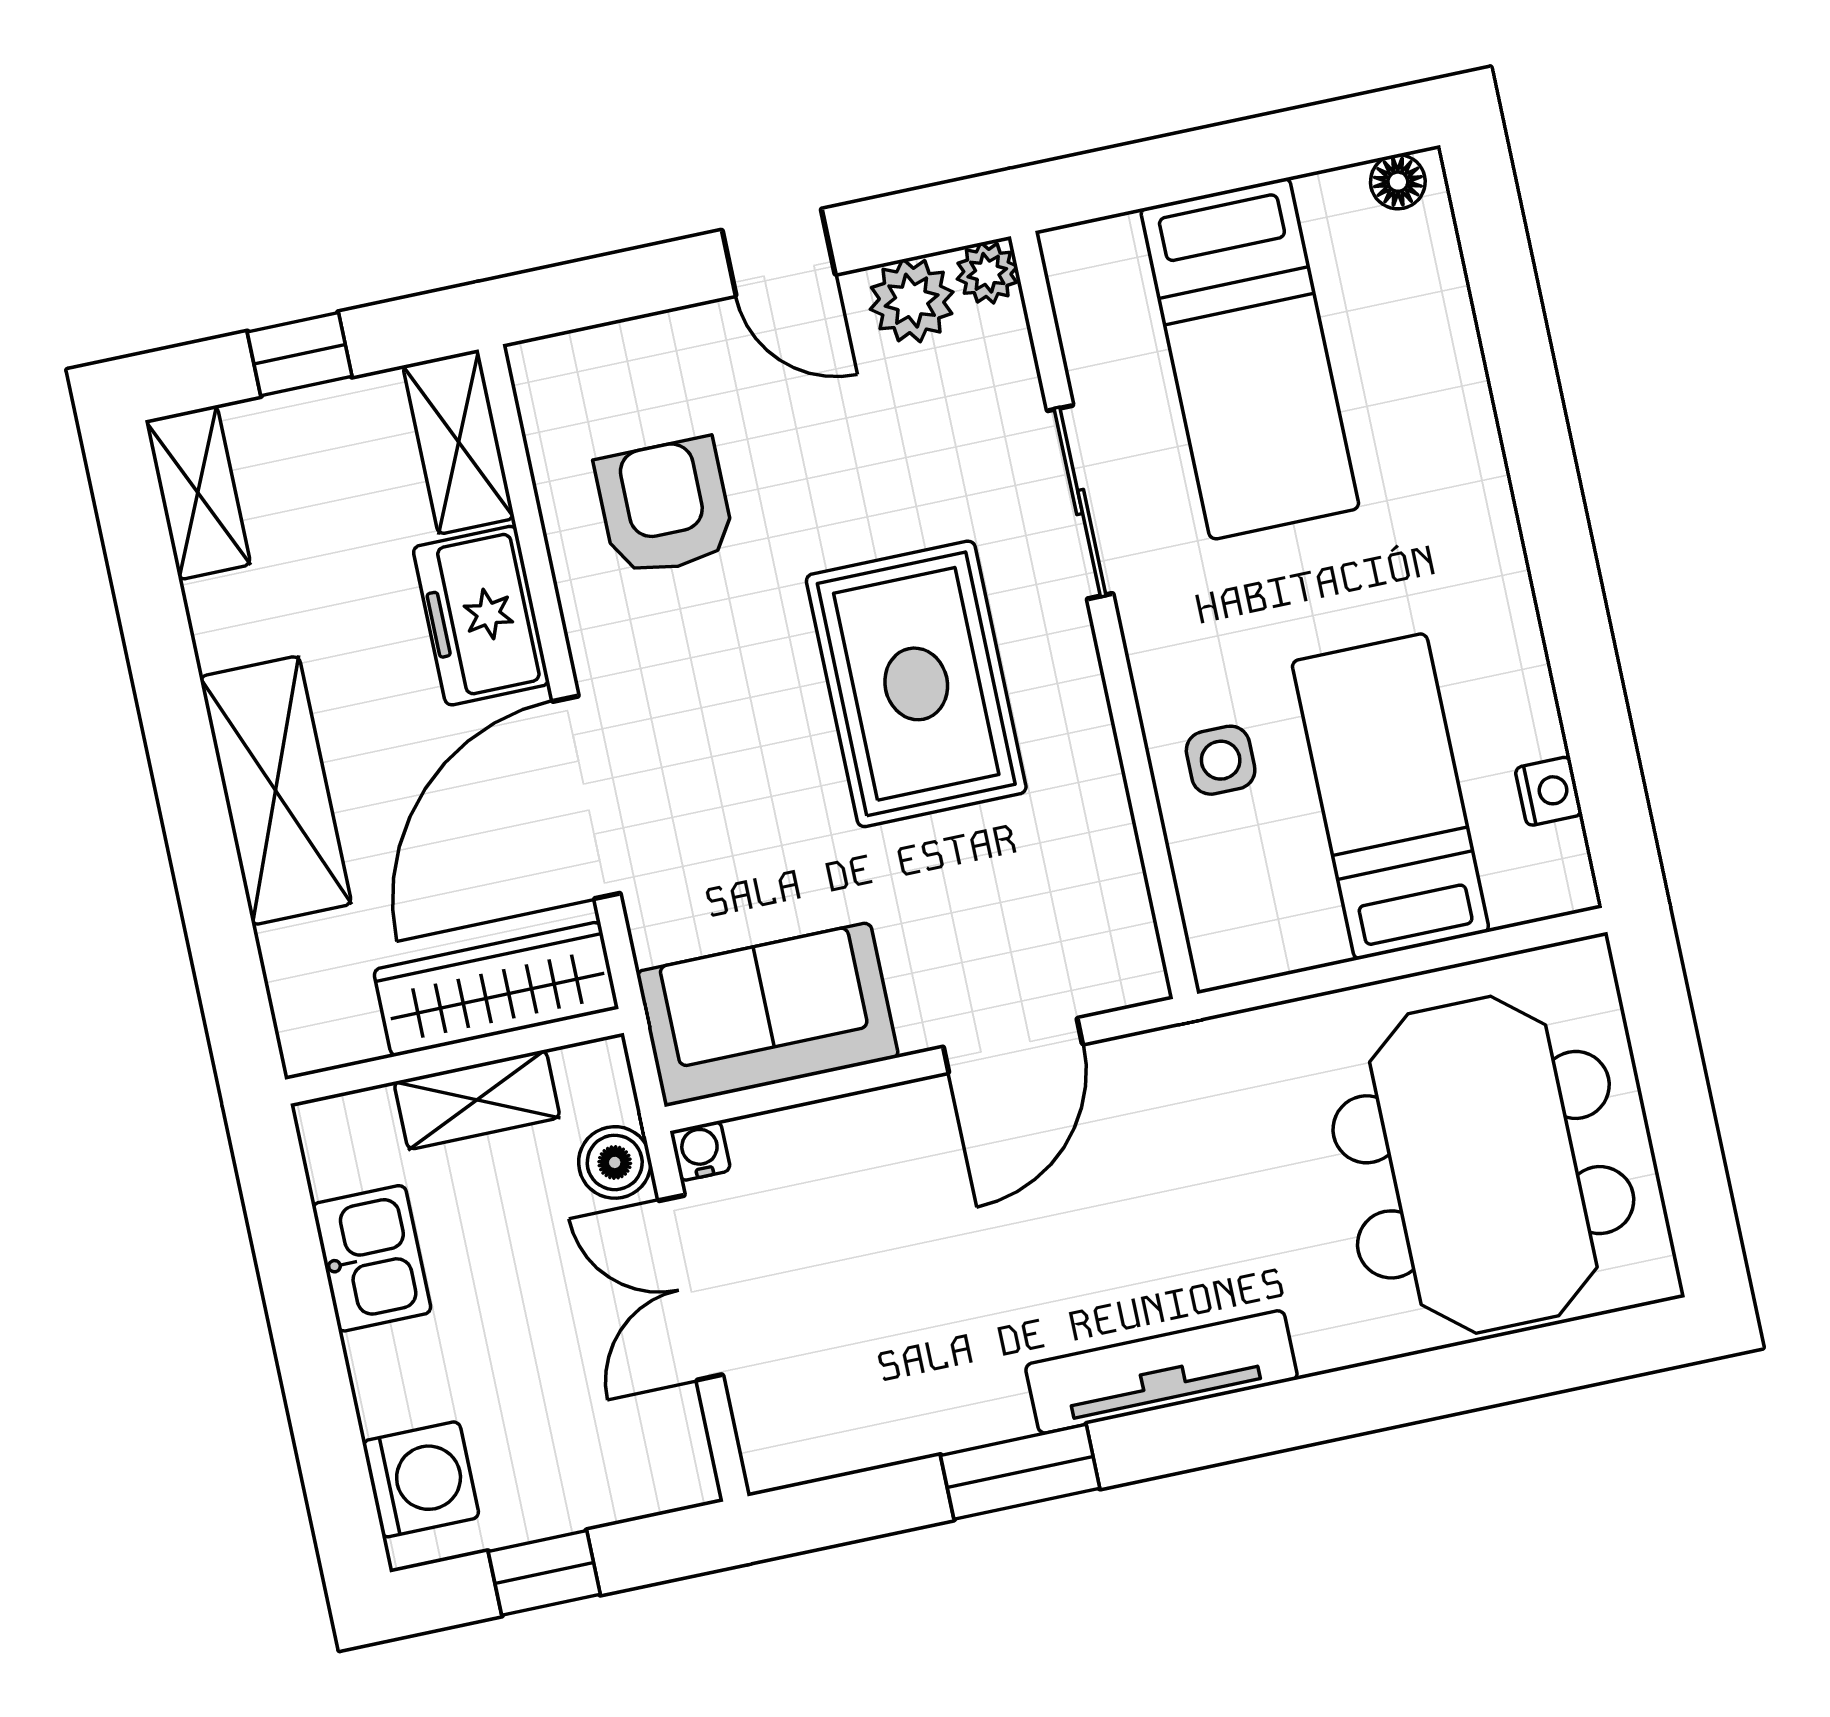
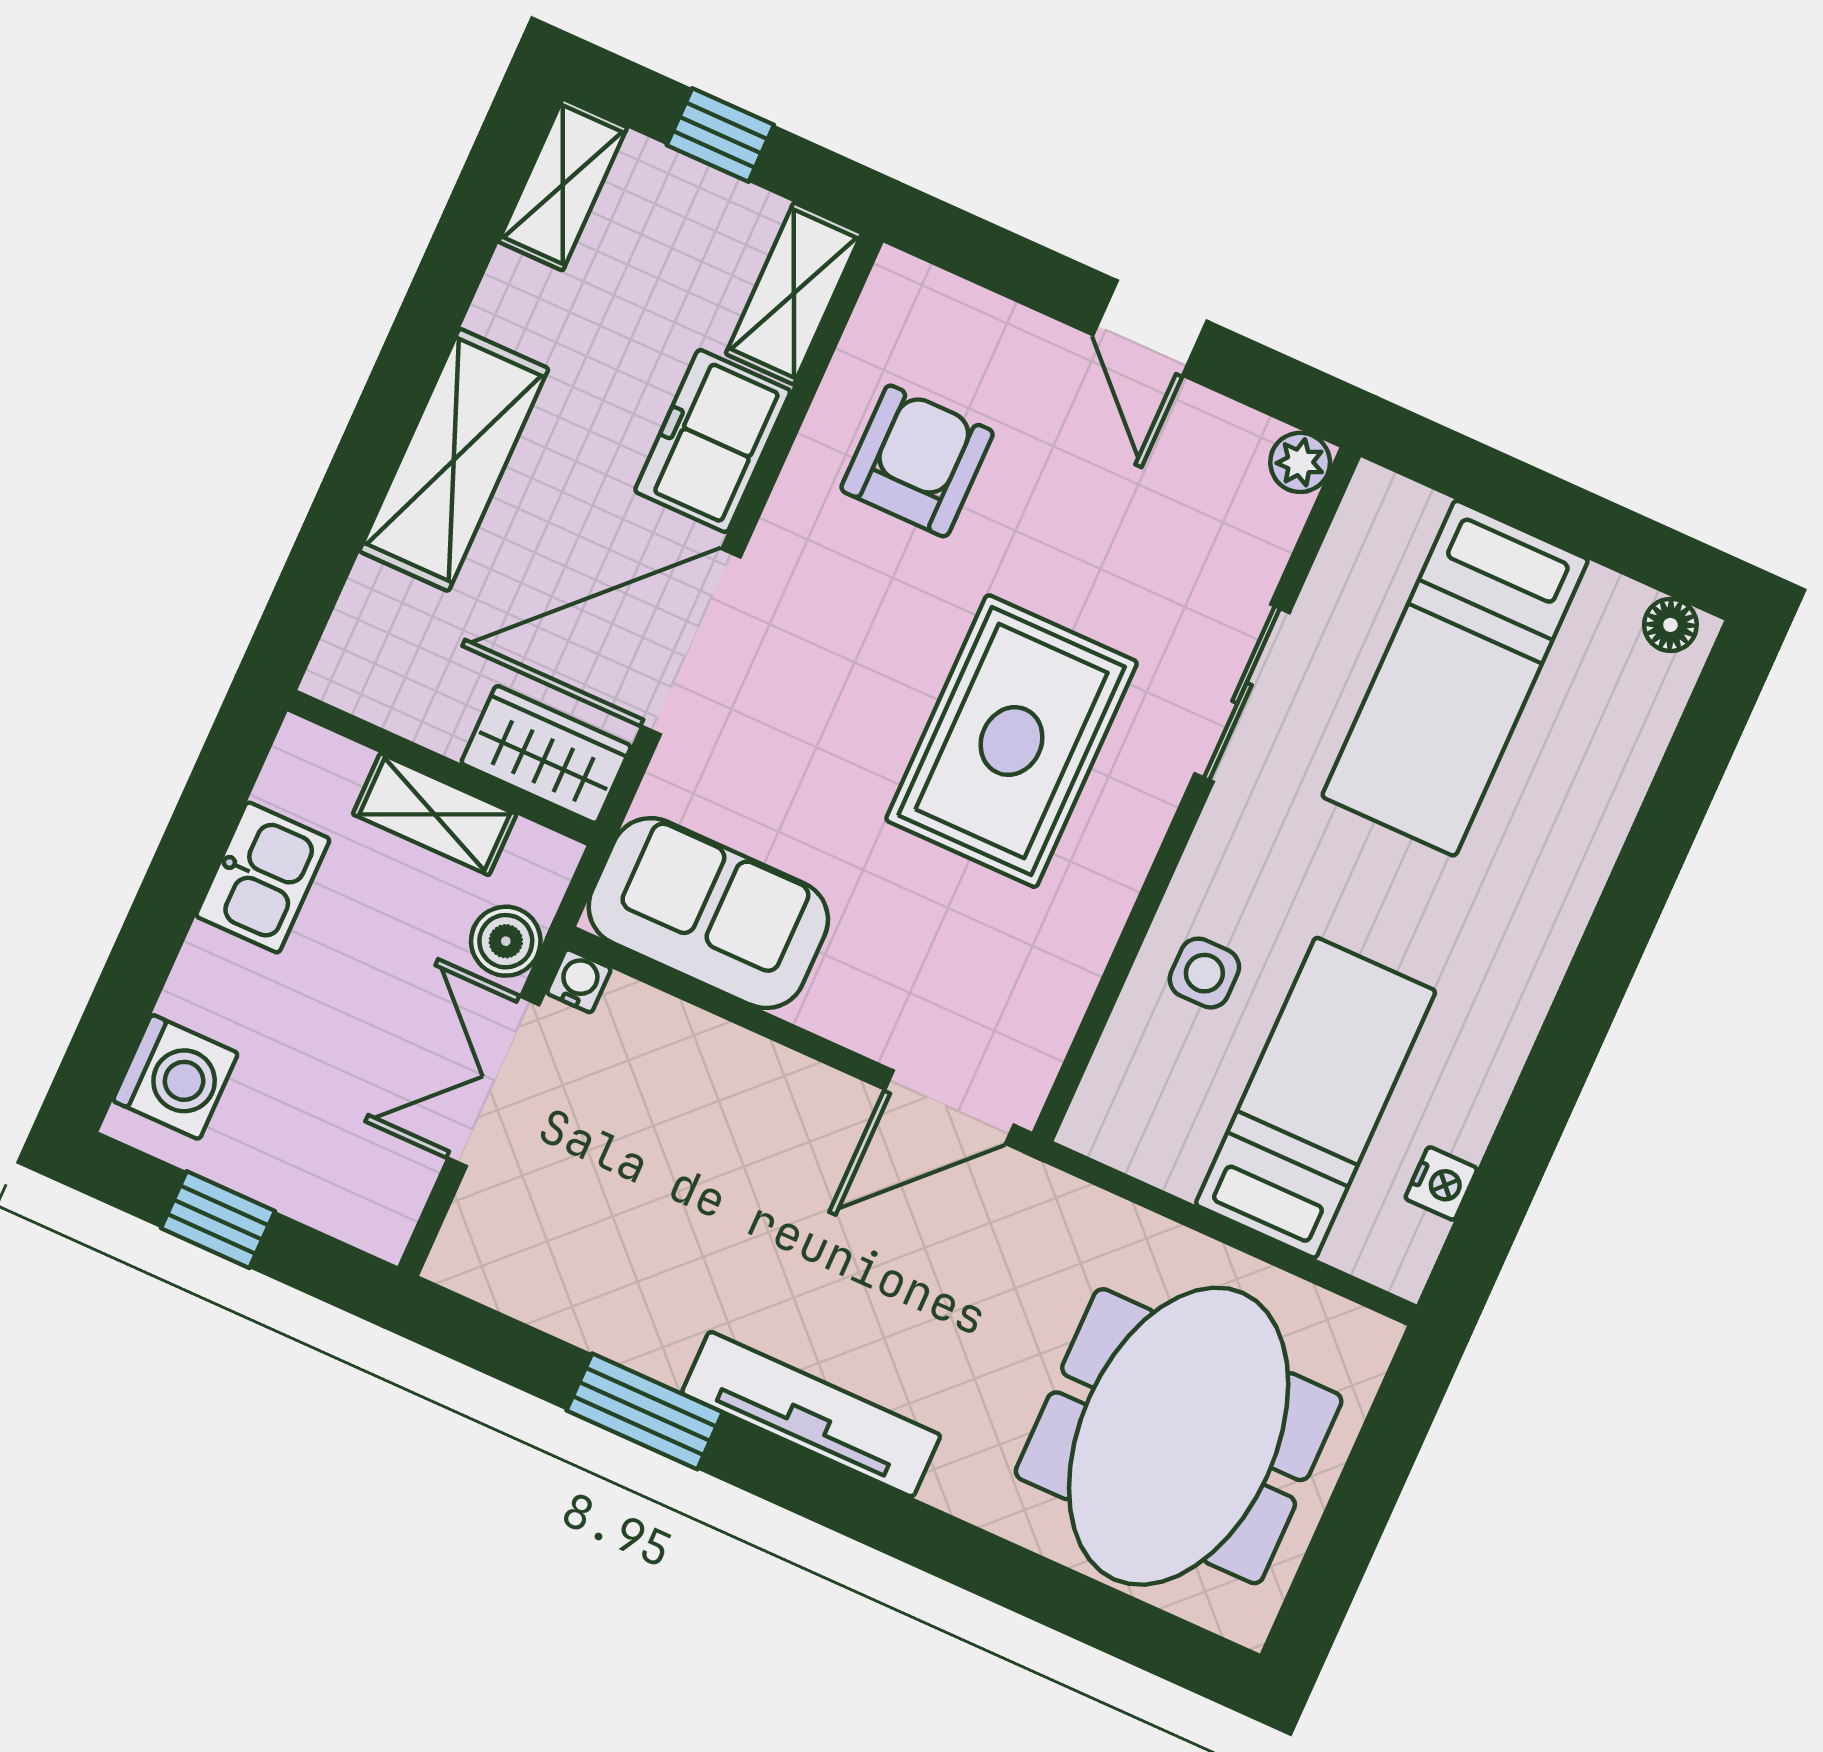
plant: (912, 301) -> (1226, 441), removed
wardrobe: (496, 989) -> (546, 754), width x0.67
door: (1013, 1046) -> (949, 1107), moved

